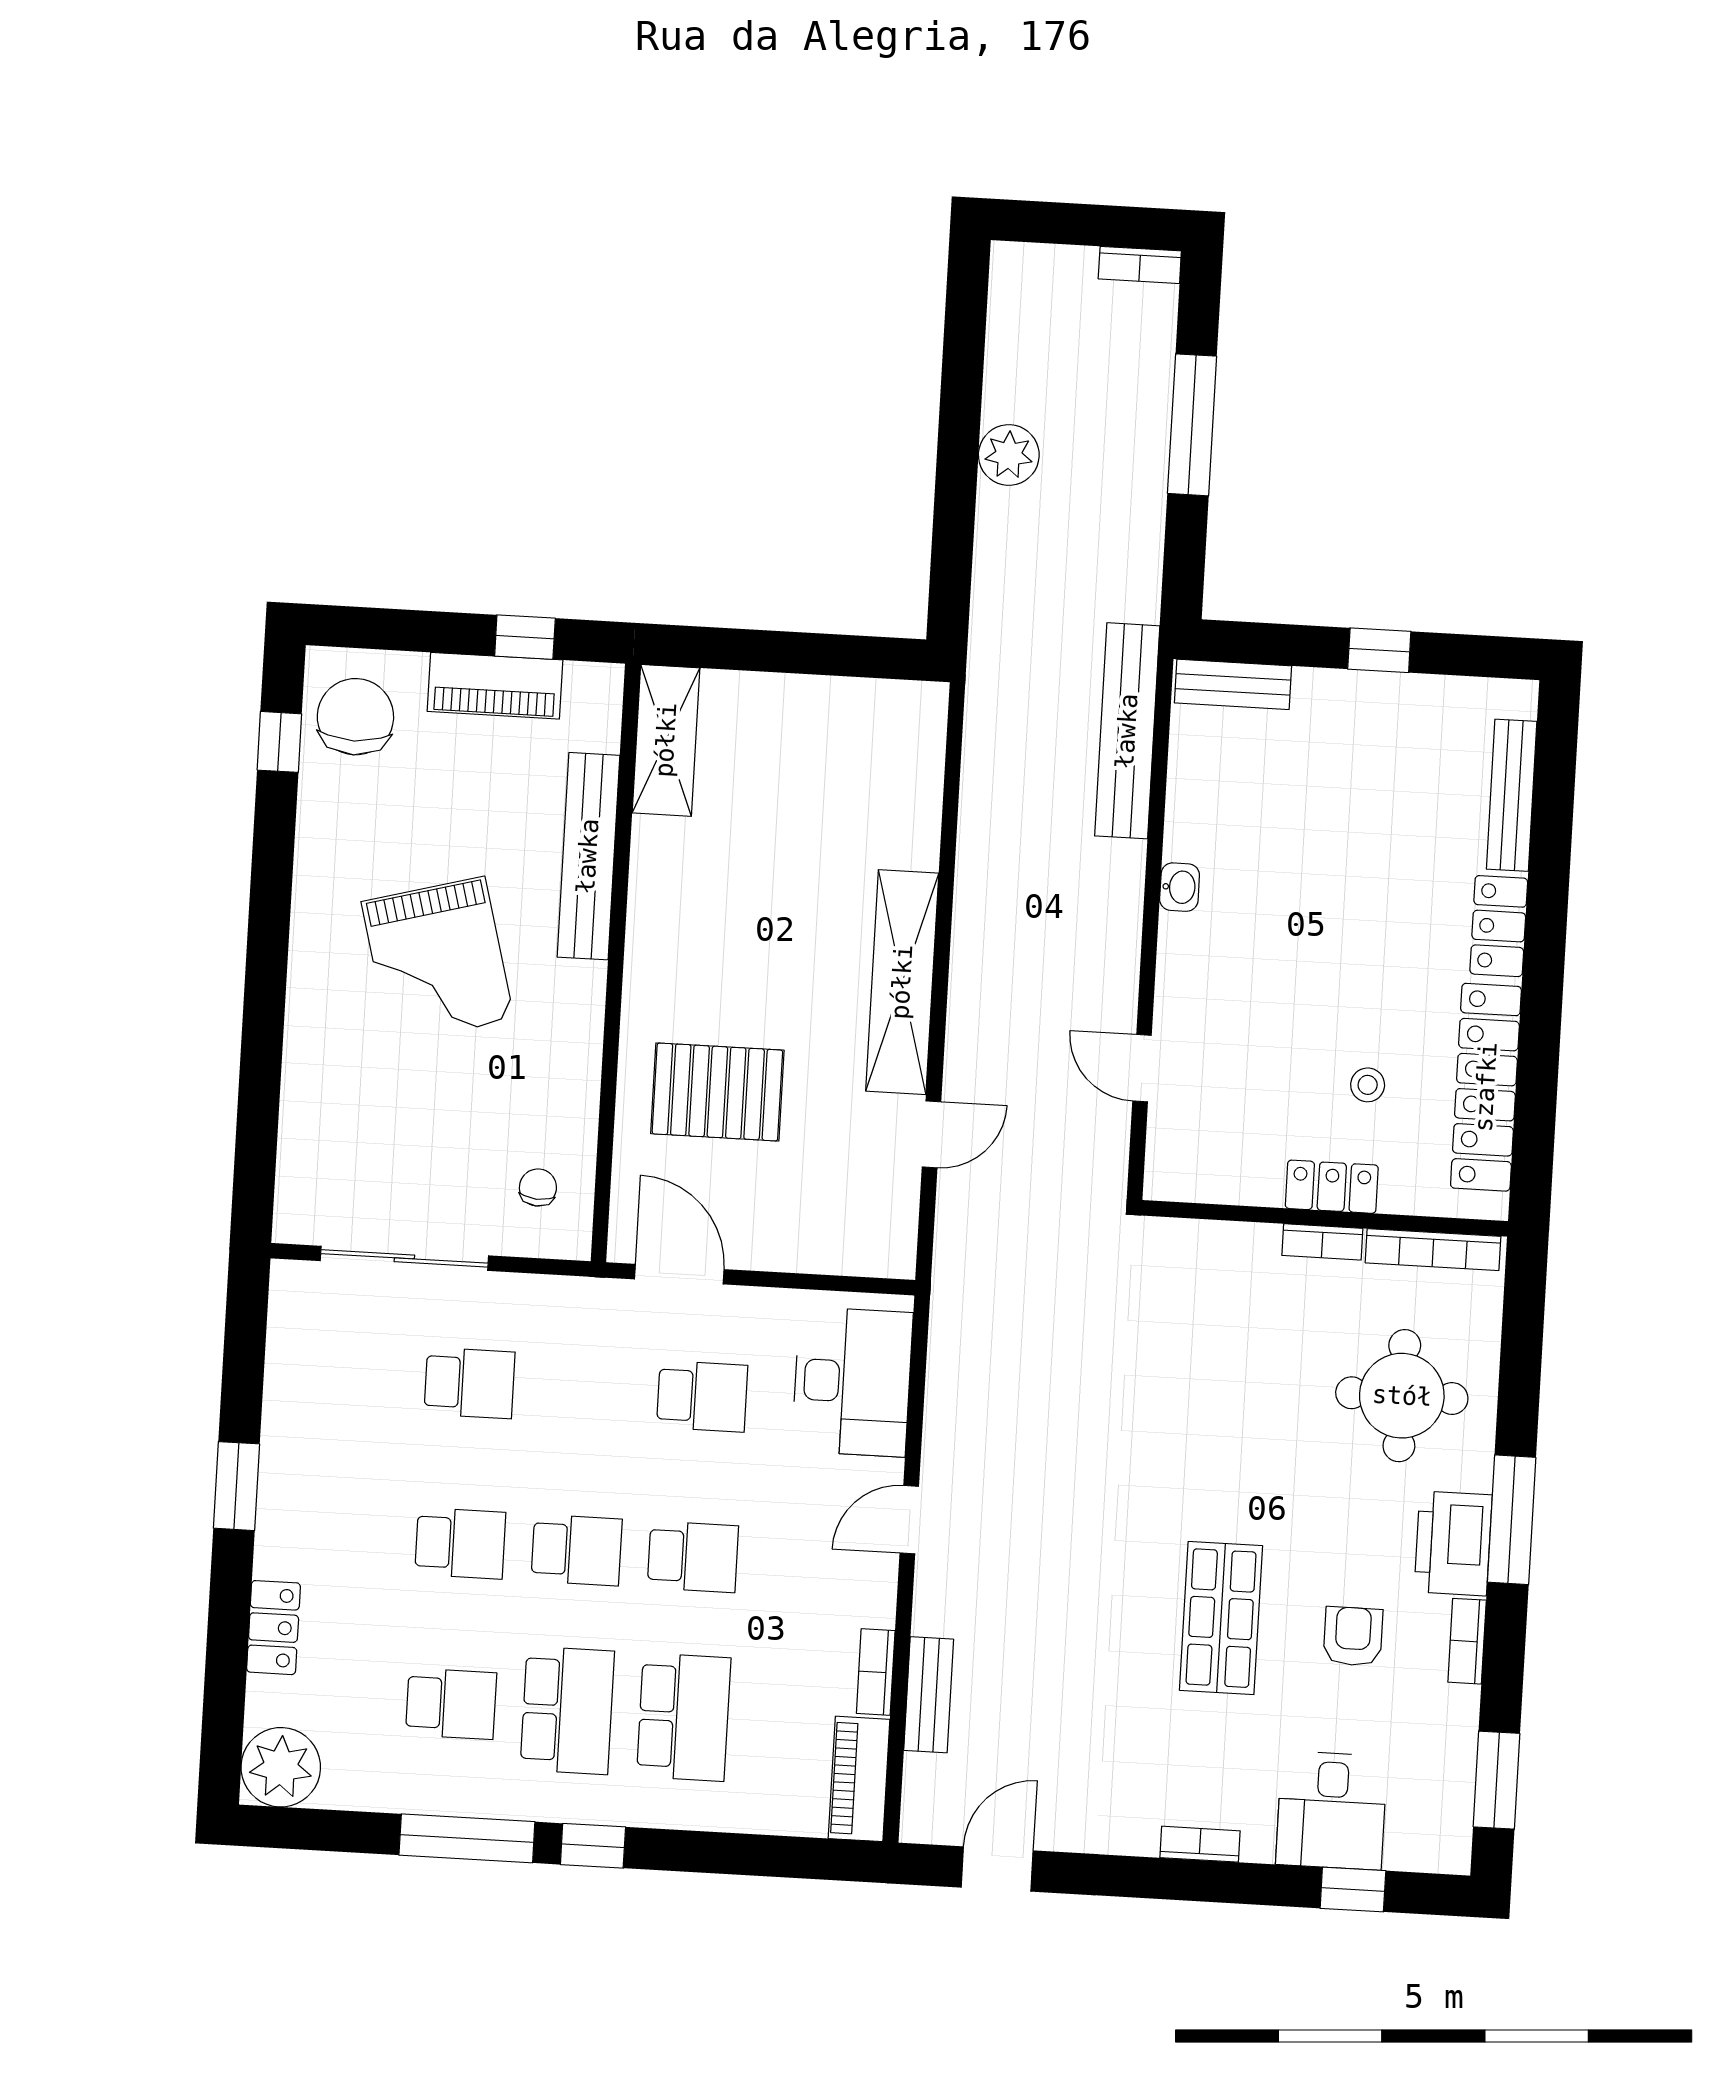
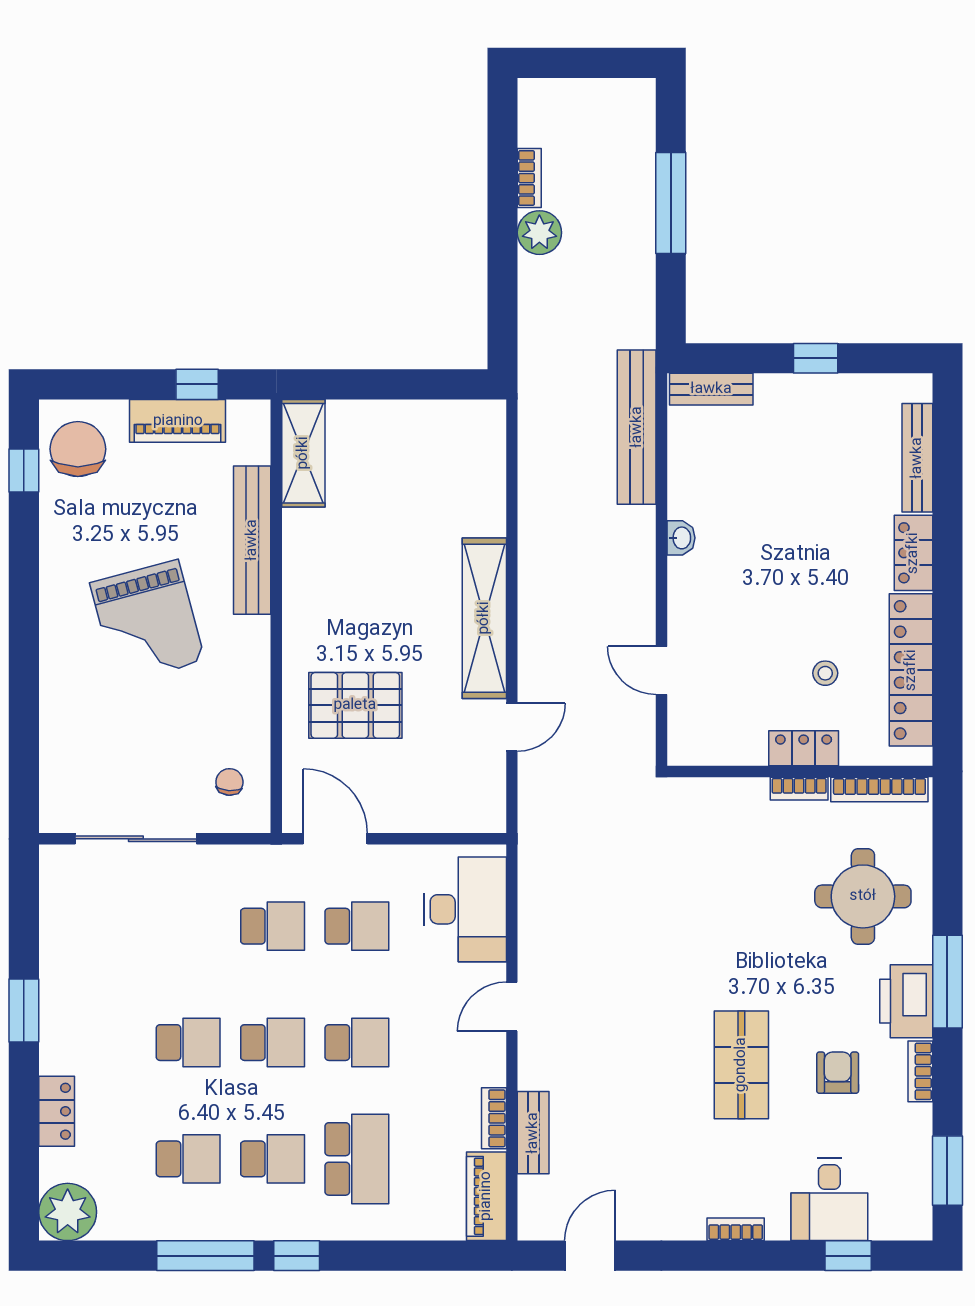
bookcase: (1140, 265) -> (529, 178), moved, turned -90
school desk: (470, 1383) -> (273, 926), moved
school desk: (567, 1710) -> (273, 1159), width x0.54

